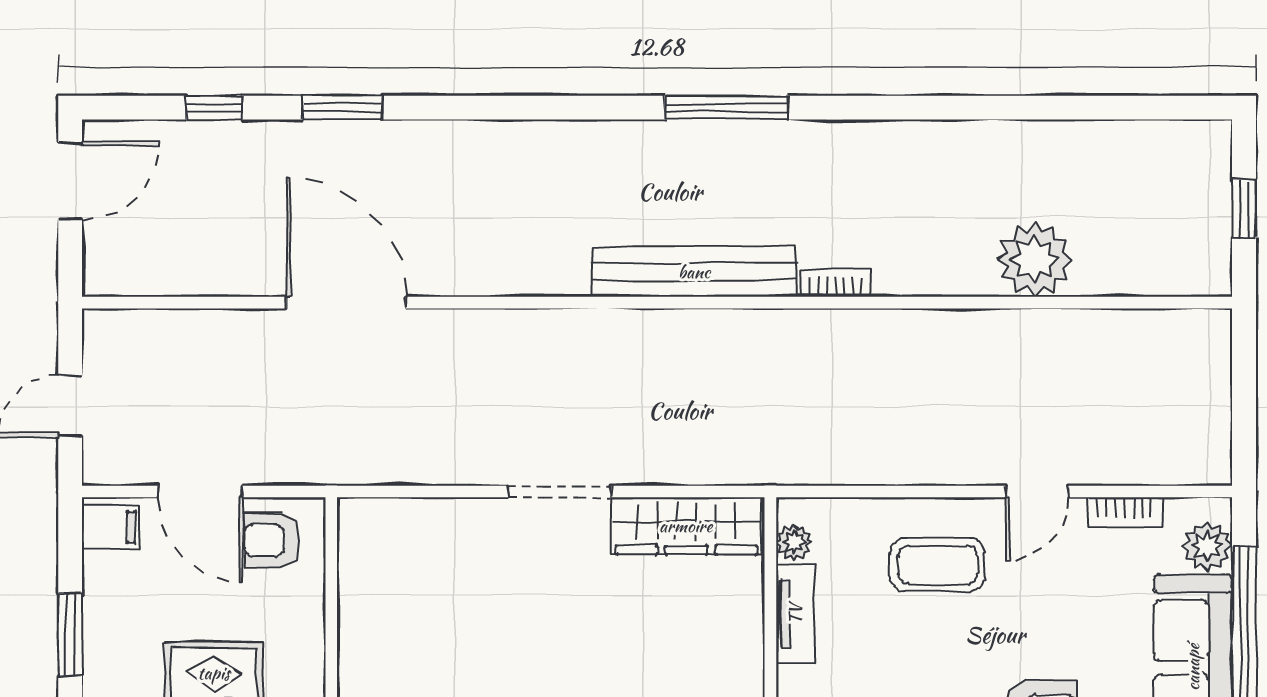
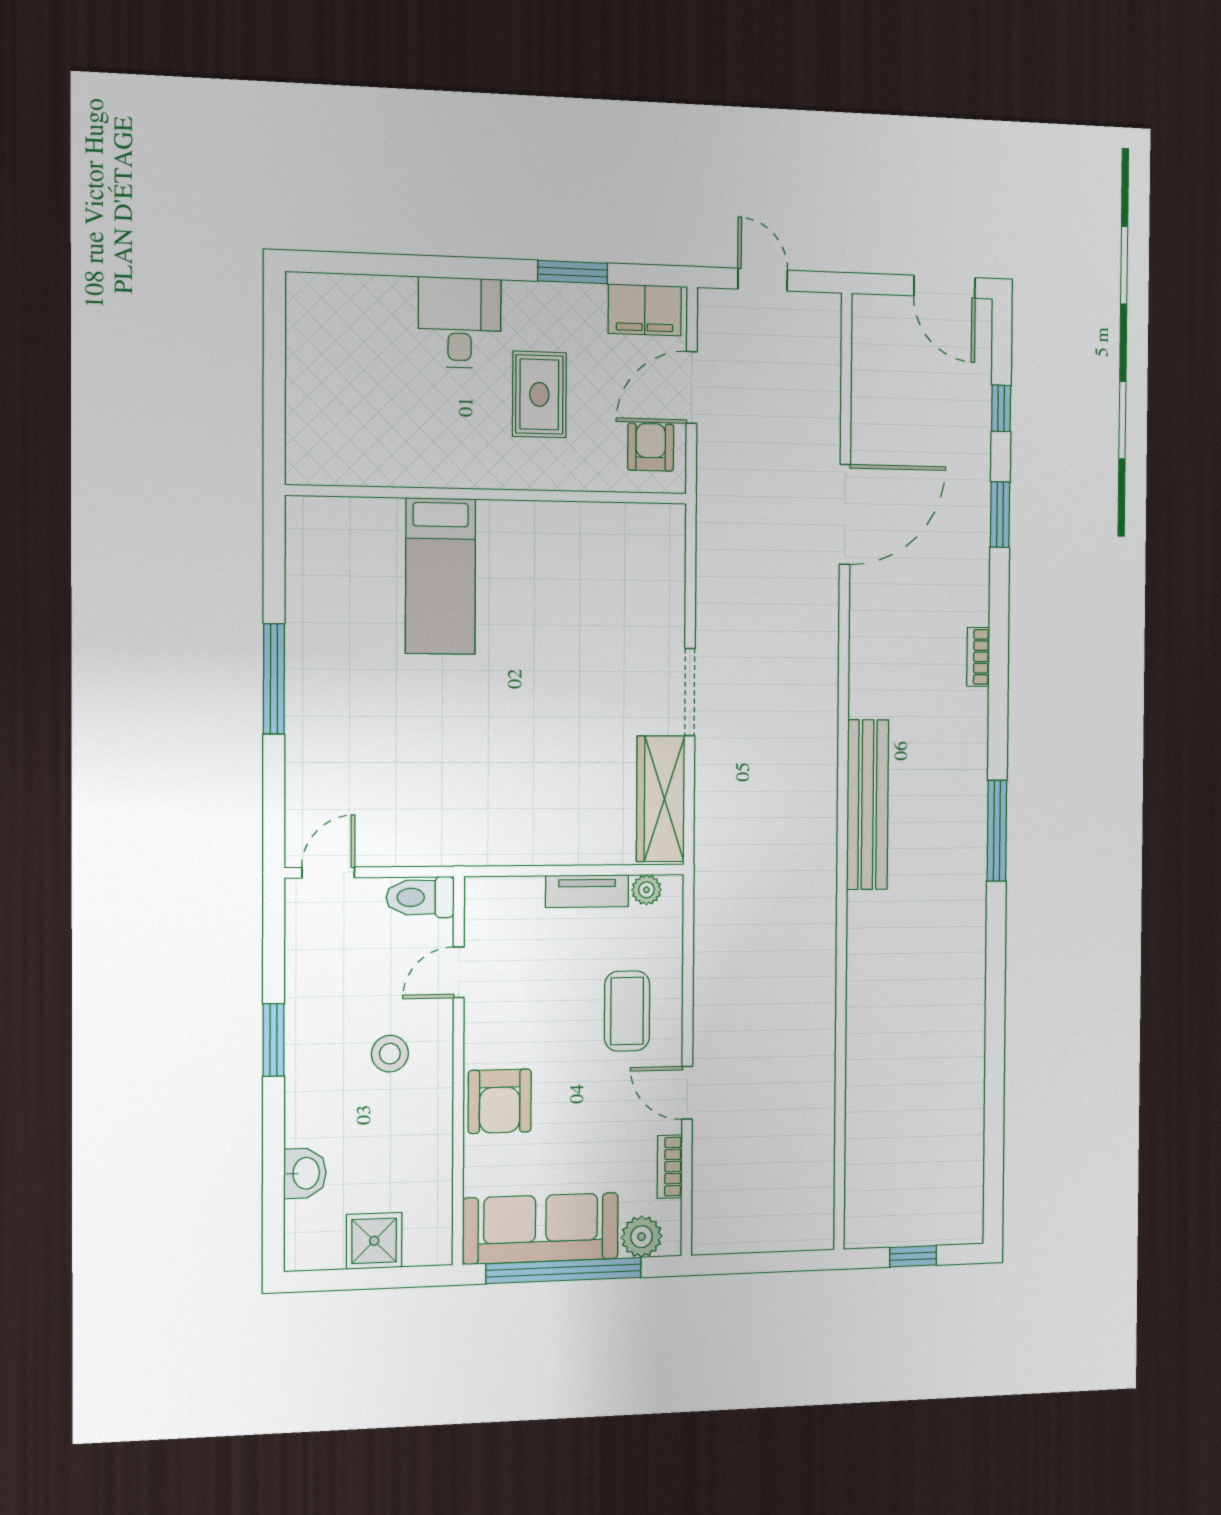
plant: (1035, 260) -> (875, 1086), removed
bookcase: (836, 283) -> (978, 657), moved, turned 180
filing cabinet: (111, 527) -> (645, 310), width x2.00

